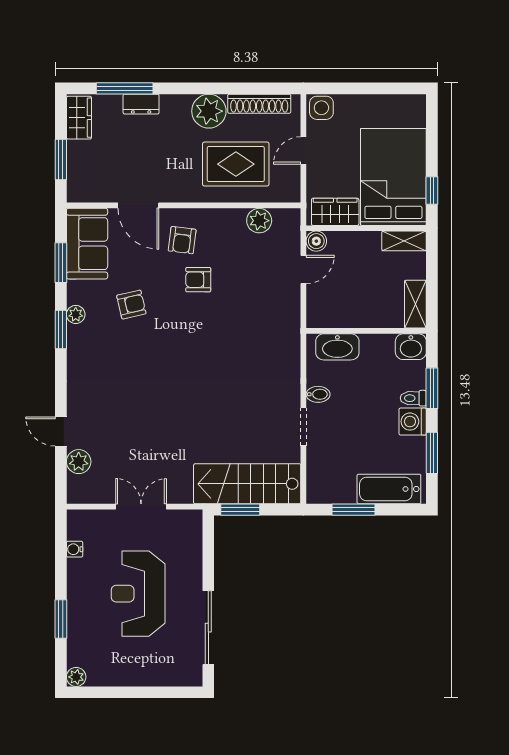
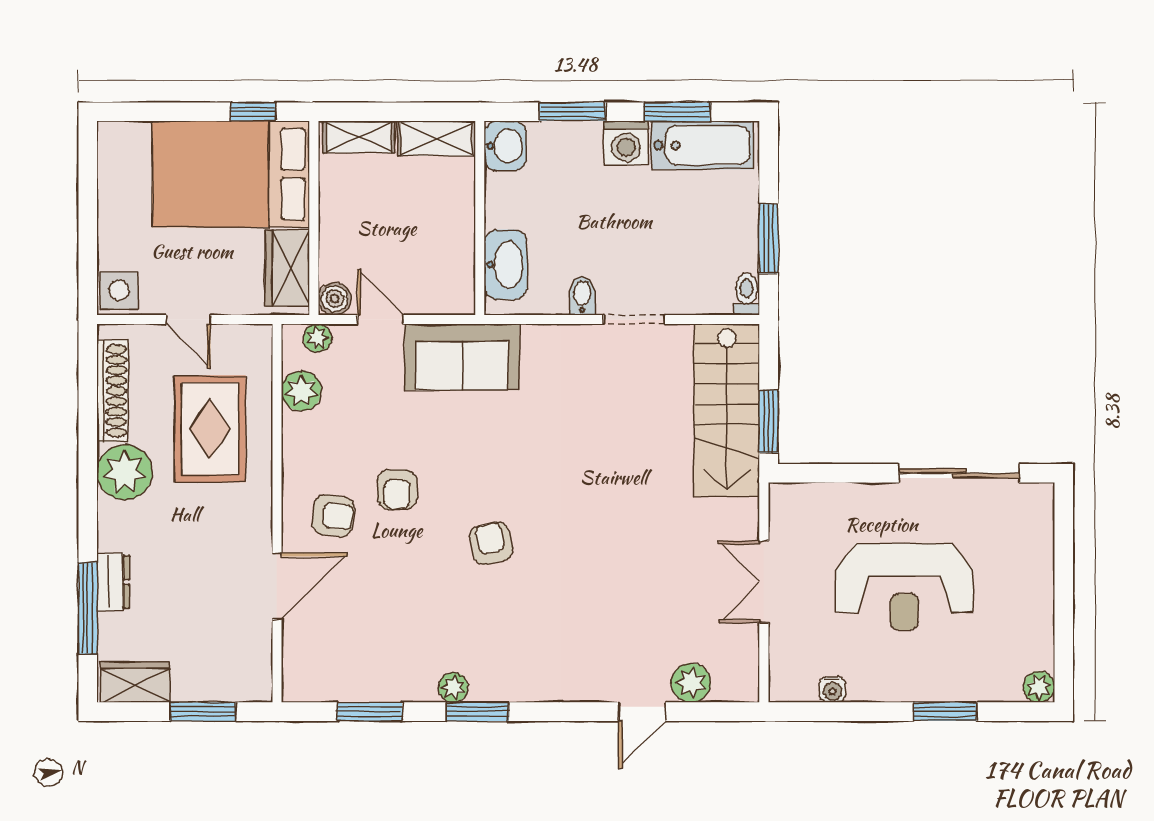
plant: (292, 230) -> (317, 338), added
shelving: (404, 241) -> (359, 137), moved, turned 90
sofa: (87, 244) -> (462, 357), moved, turned 180
armchair: (131, 305) -> (491, 543), moved
toilet: (413, 398) -> (747, 294), moved, turned 180
bathtub: (389, 489) -> (702, 145), moved, turned -90

